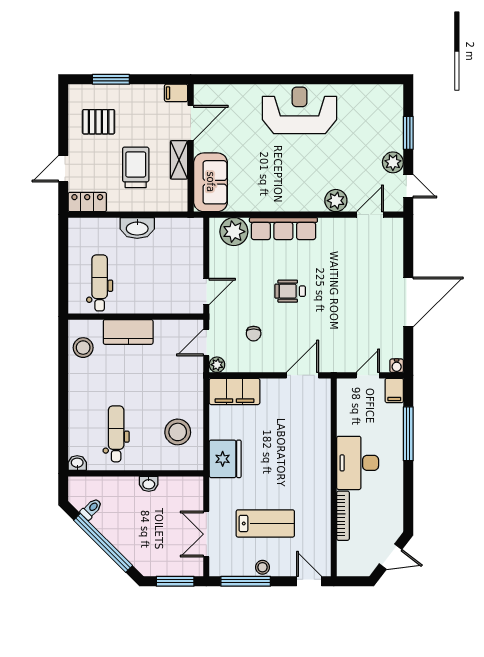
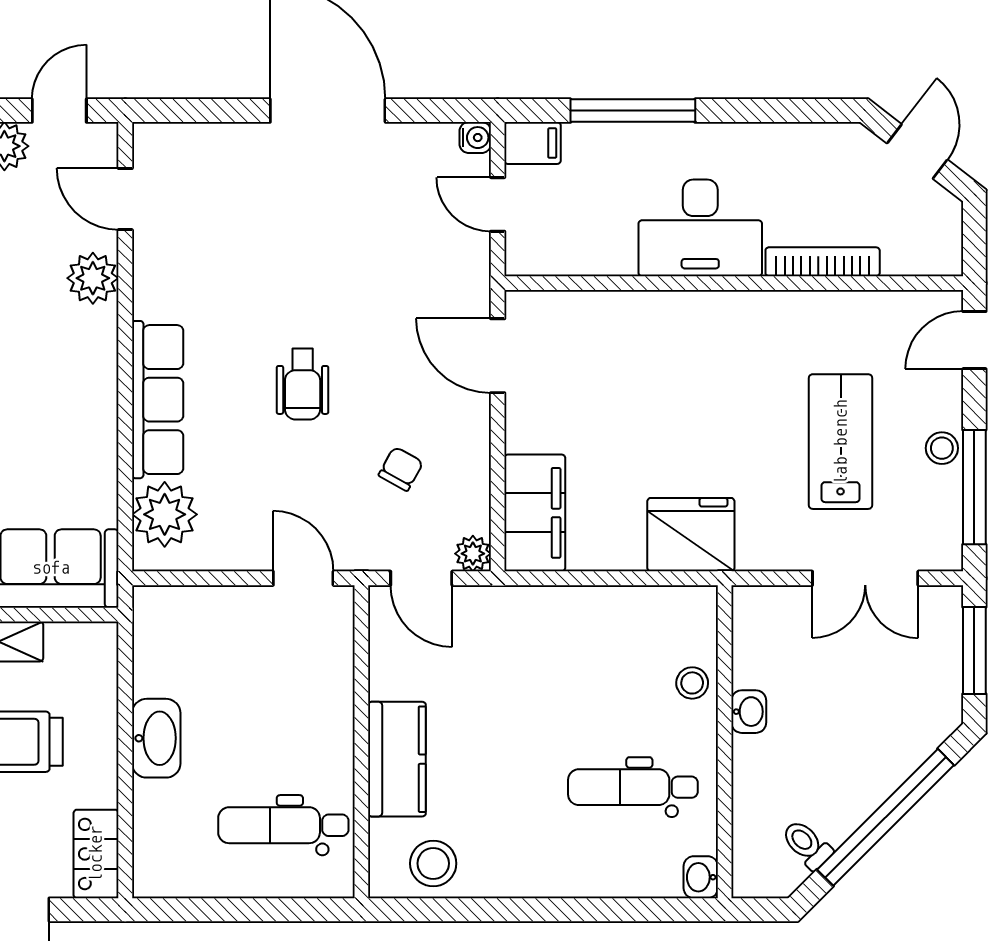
chair: (254, 334) -> (401, 469), turned -61
stool: (178, 432) -> (692, 683), moved, width x0.53, depth x0.53

